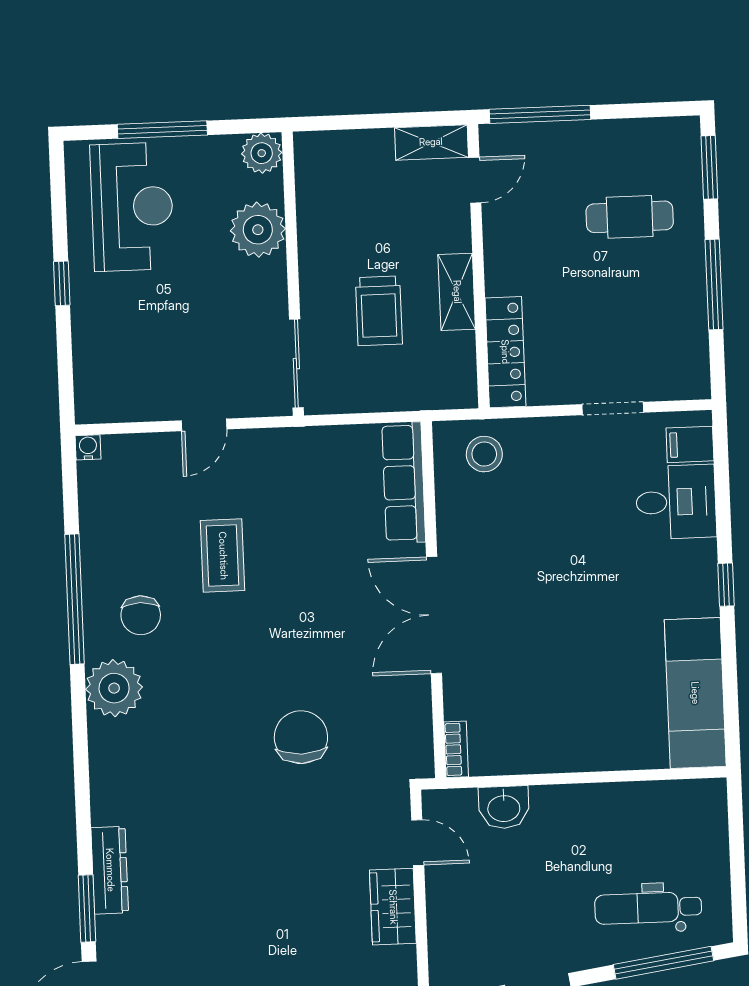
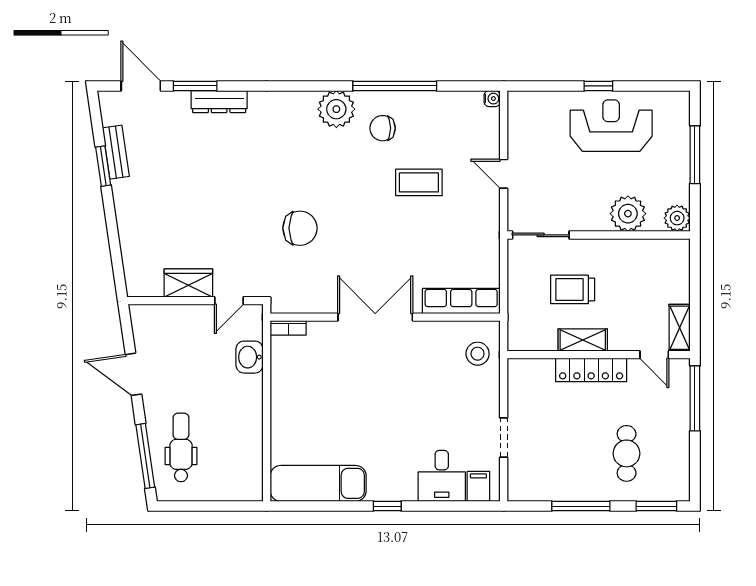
reception desk: (132, 207) -> (611, 126), moved, turned 180
locker: (505, 352) -> (591, 370), moved

